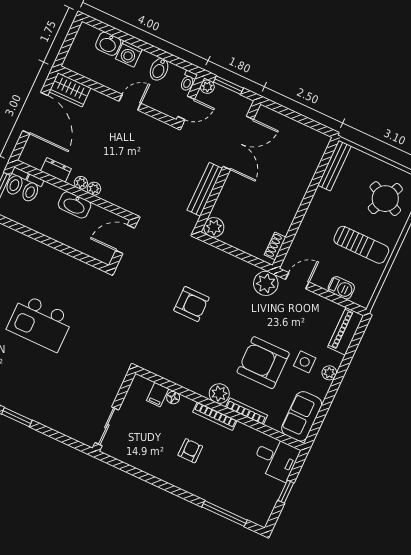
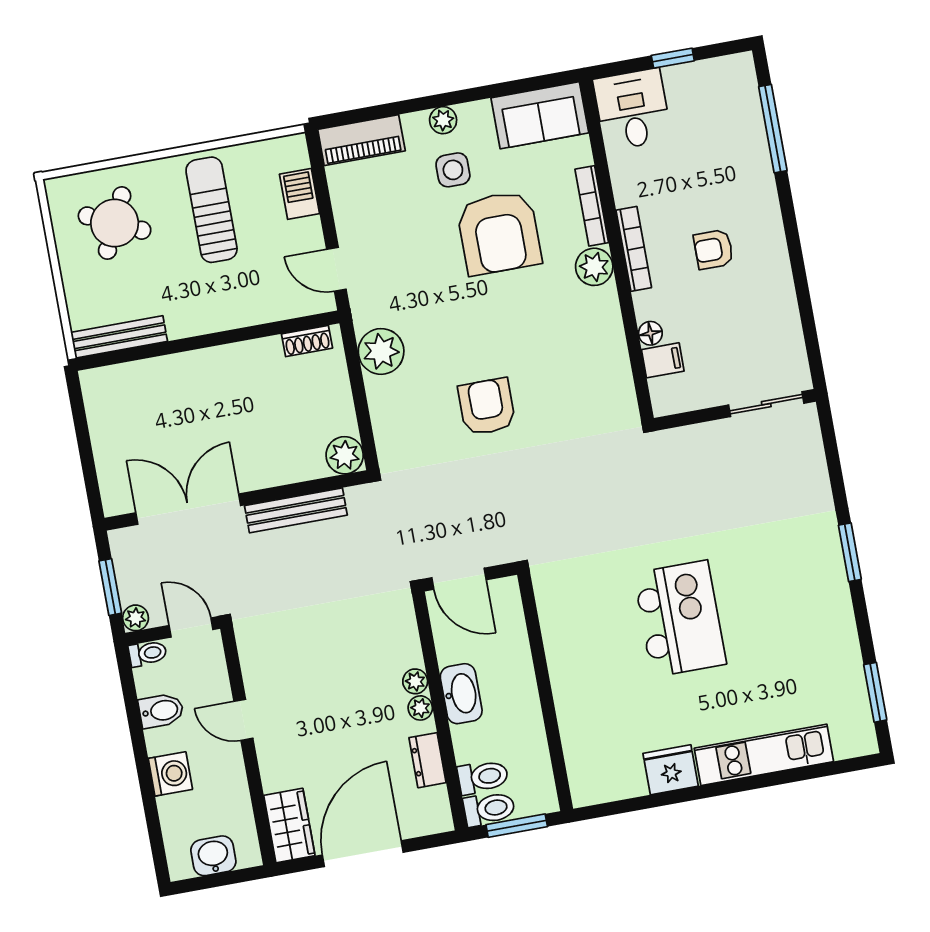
washbasin: (108, 44) -> (213, 856), moved, turned -90
plant: (266, 283) -> (381, 351), moved

